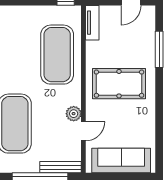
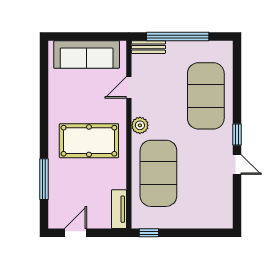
plant: (74, 114) -> (140, 125), moved
bench: (61, 167) -> (148, 47), width x0.73

